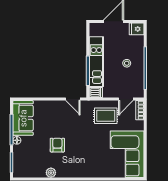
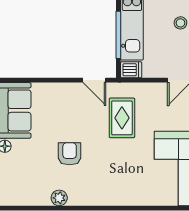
rug: (106, 116) -> (122, 118), moved, turned 90

